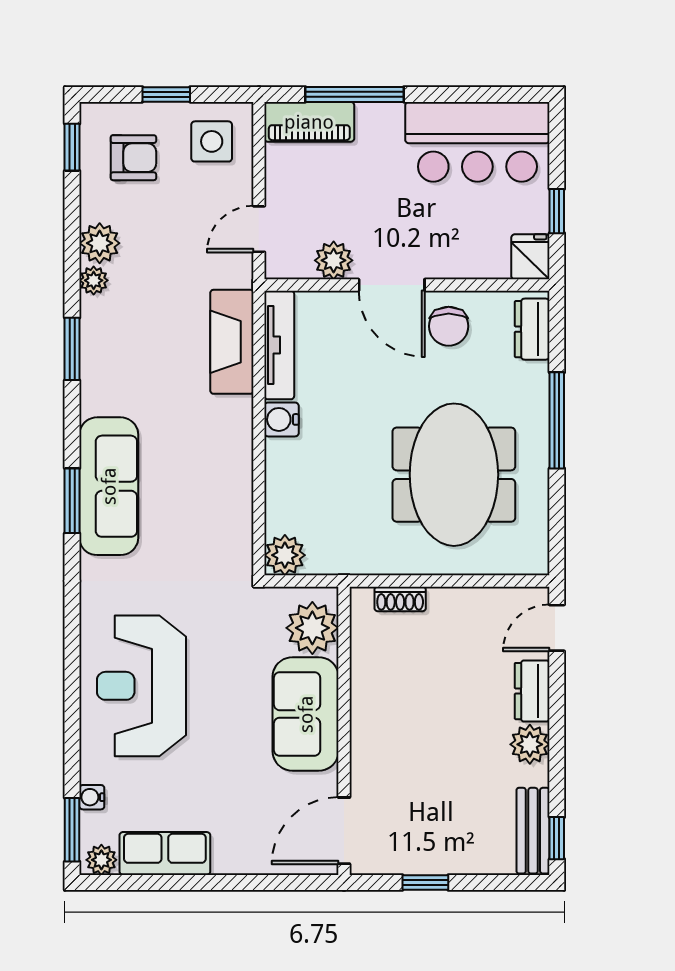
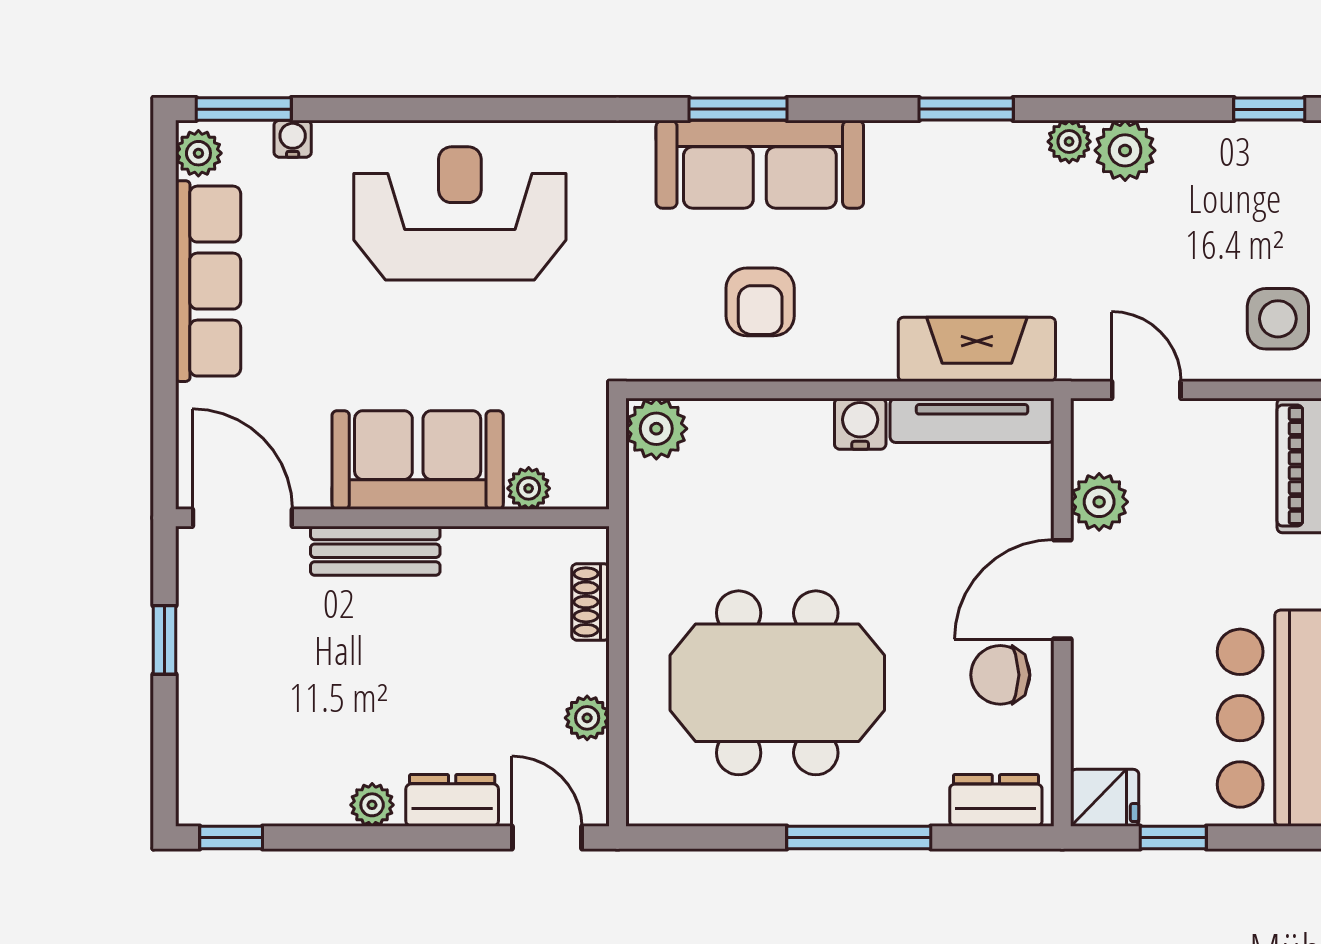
armchair: (133, 158) -> (760, 302), moved
plant: (477, 601) -> (587, 718), added
plant: (312, 628) -> (529, 488), width x0.53, depth x0.53
plant: (530, 744) -> (372, 805), width x0.73, depth x0.73
bench: (533, 831) -> (375, 551), moved
row of seats: (165, 853) -> (208, 281), width x1.48

